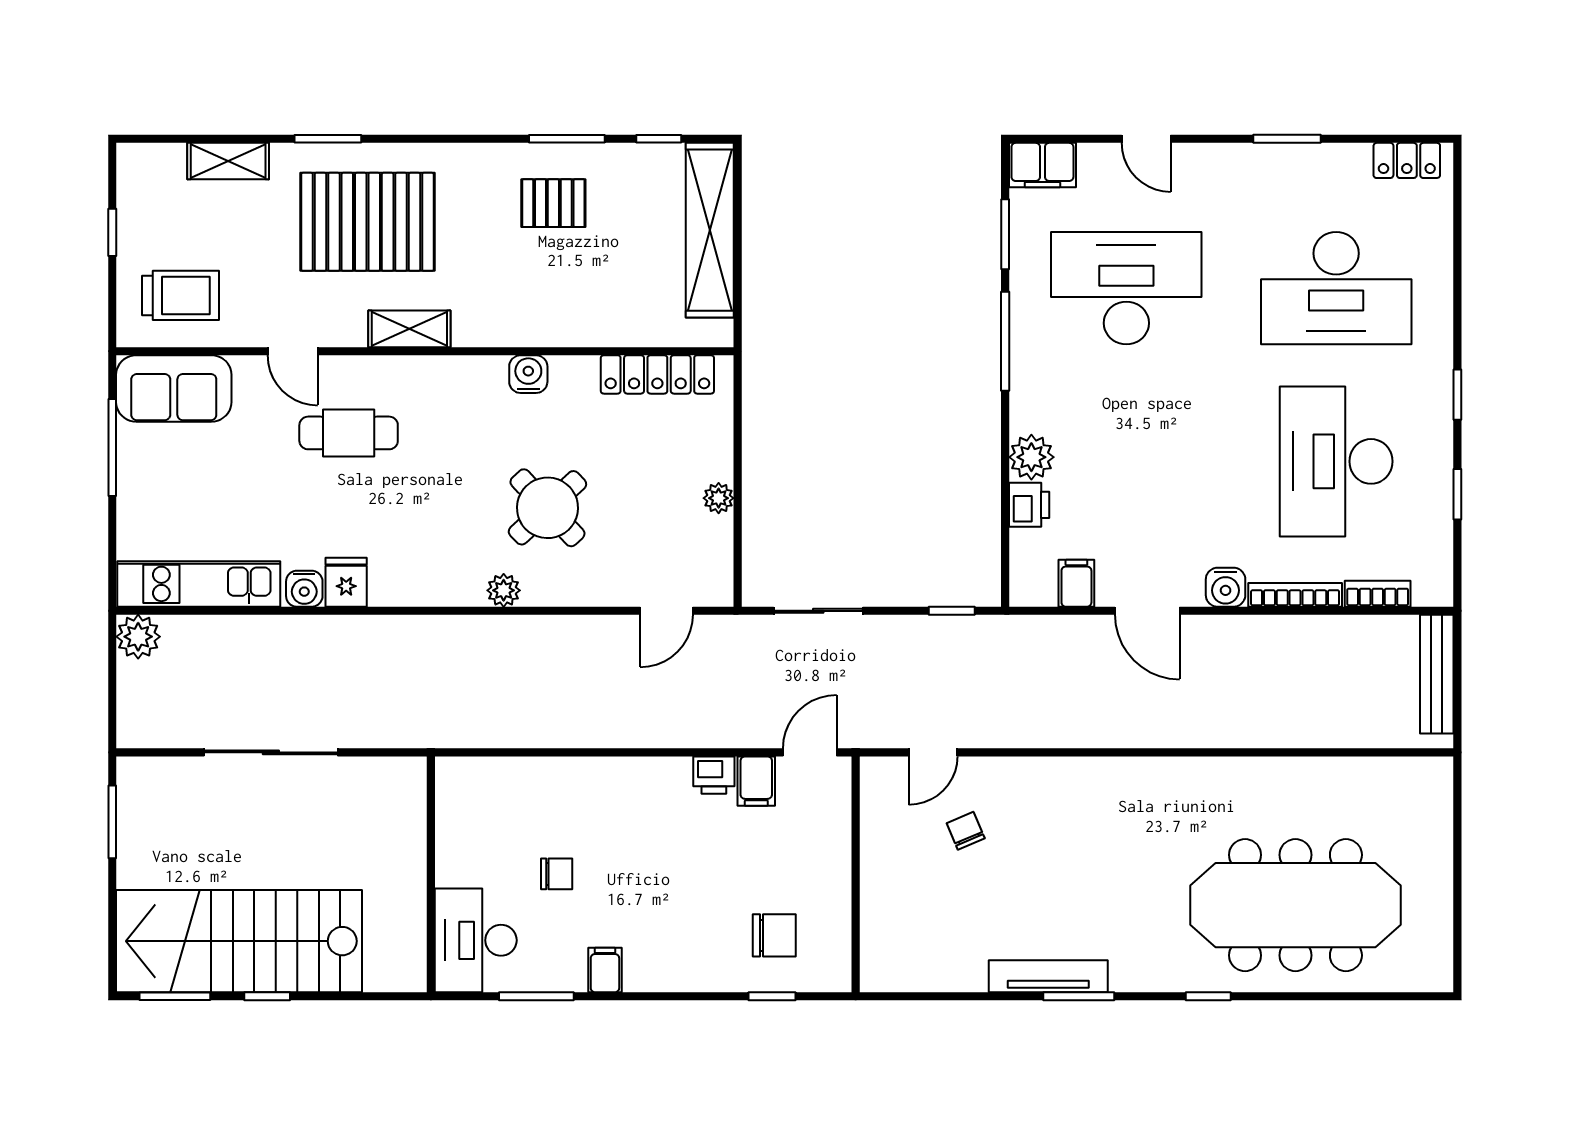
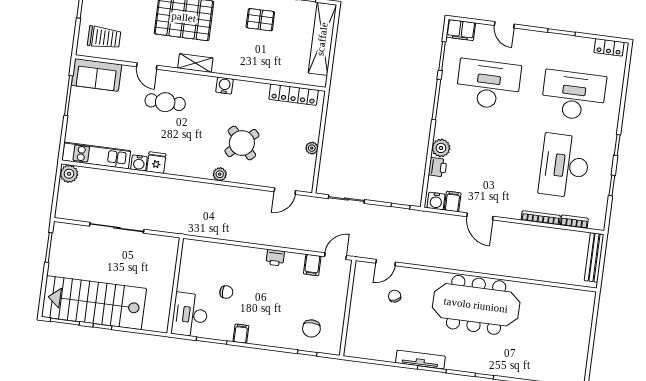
desk: (1336, 288) -> (574, 95), turned 180
water cooler: (528, 374) -> (225, 86), moved
water cooler: (1226, 587) -> (436, 201), moved
printer: (714, 775) -> (275, 258), moved
meeting table: (1295, 905) -> (476, 305), moved
chair: (774, 935) -> (311, 328), turned 90

